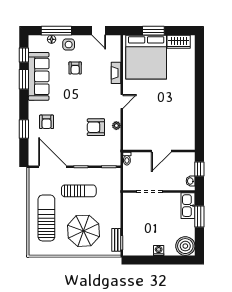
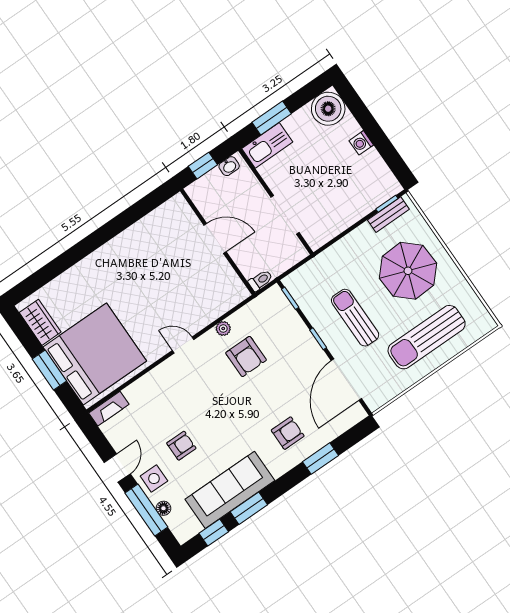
door: (99, 31) -> (117, 468), moved
fireplace: (116, 73) -> (109, 409), moved

